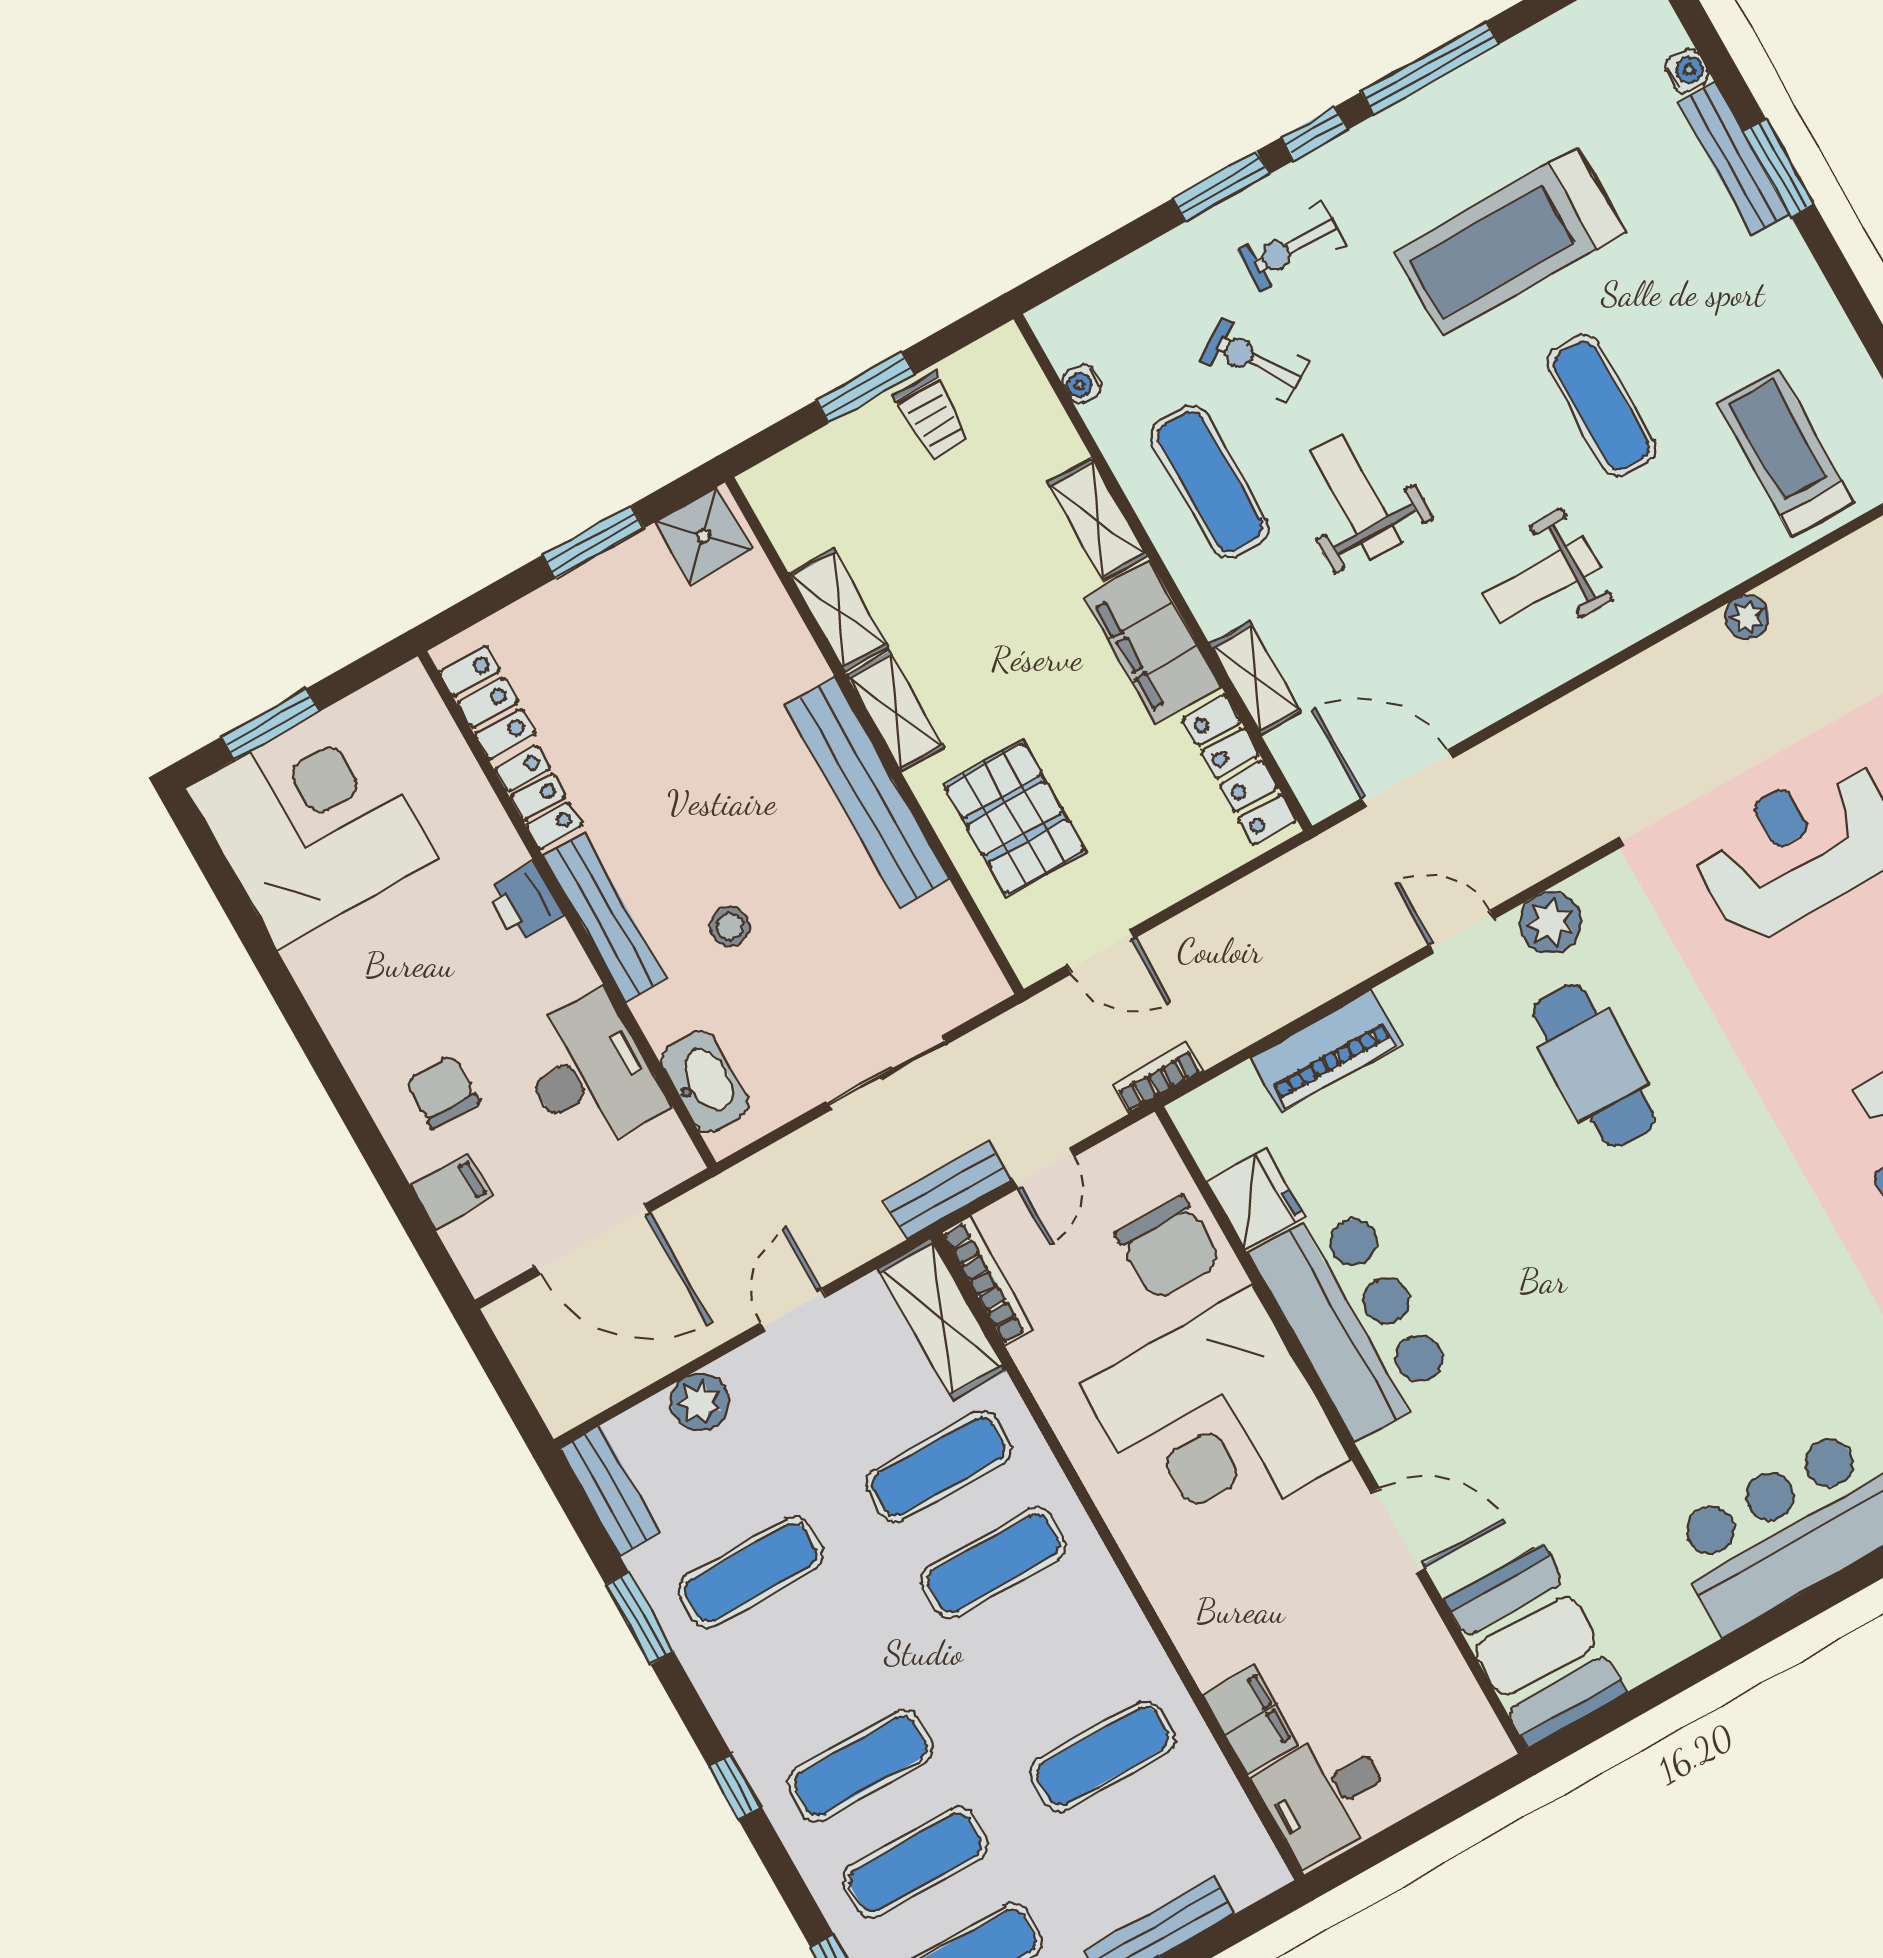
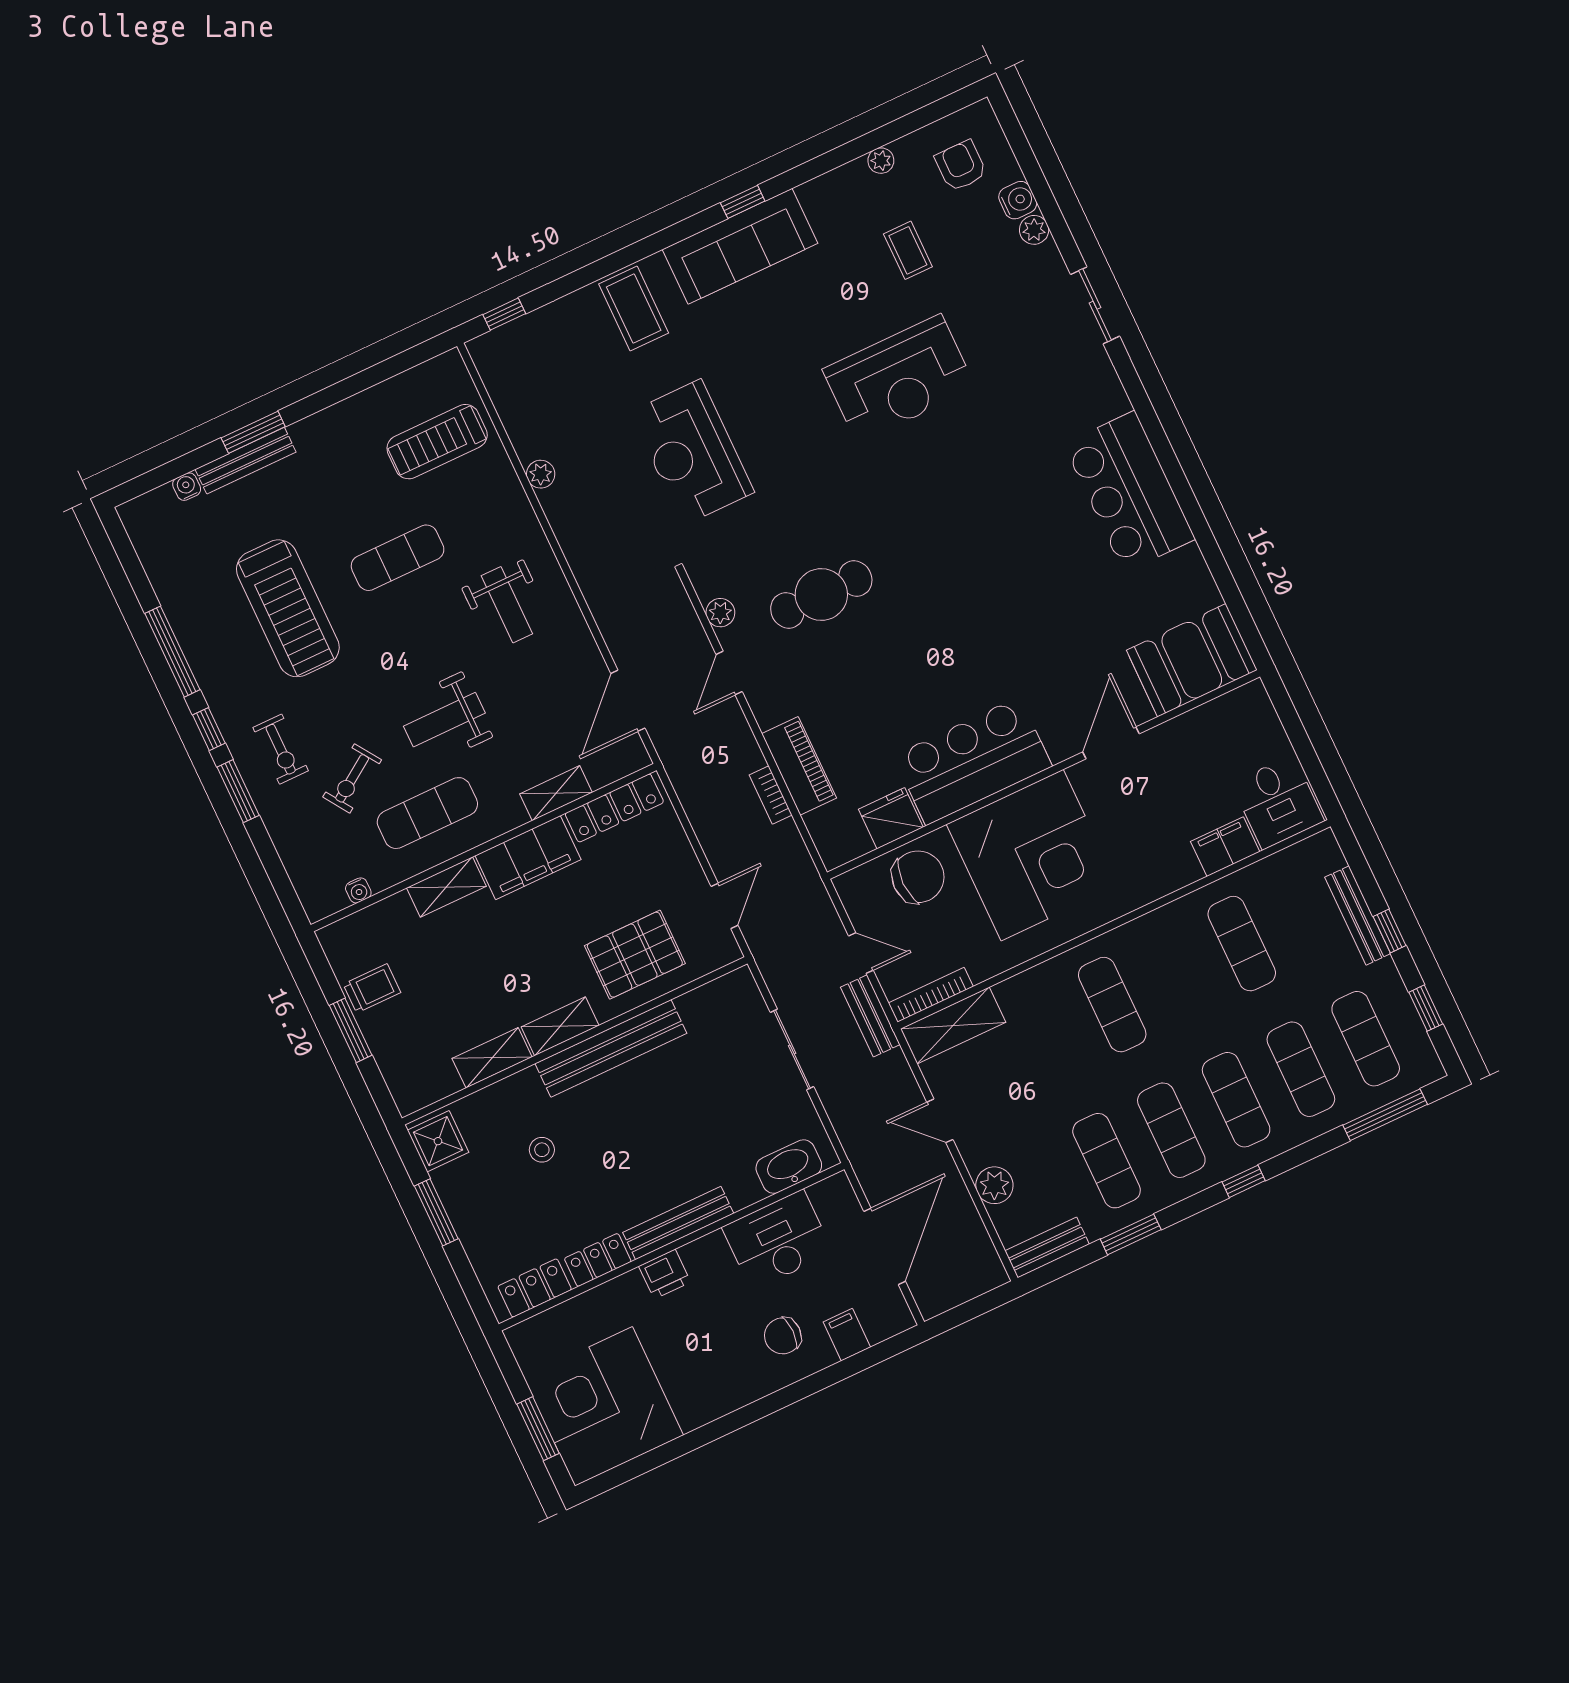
plant: (1551, 923) -> (720, 613), width x0.73, depth x0.73
stool: (730, 926) -> (542, 1150), moved
bookcase: (1157, 1078) -> (771, 795), moved
exercise mat: (939, 1466) -> (1171, 1130), moved

